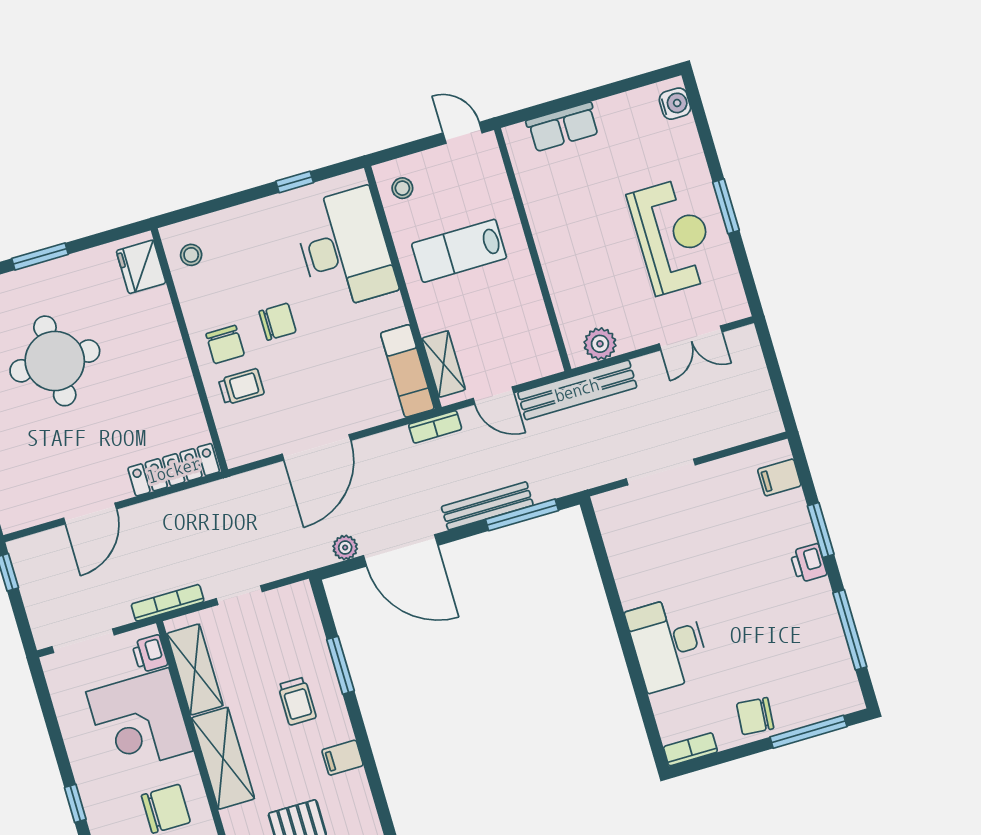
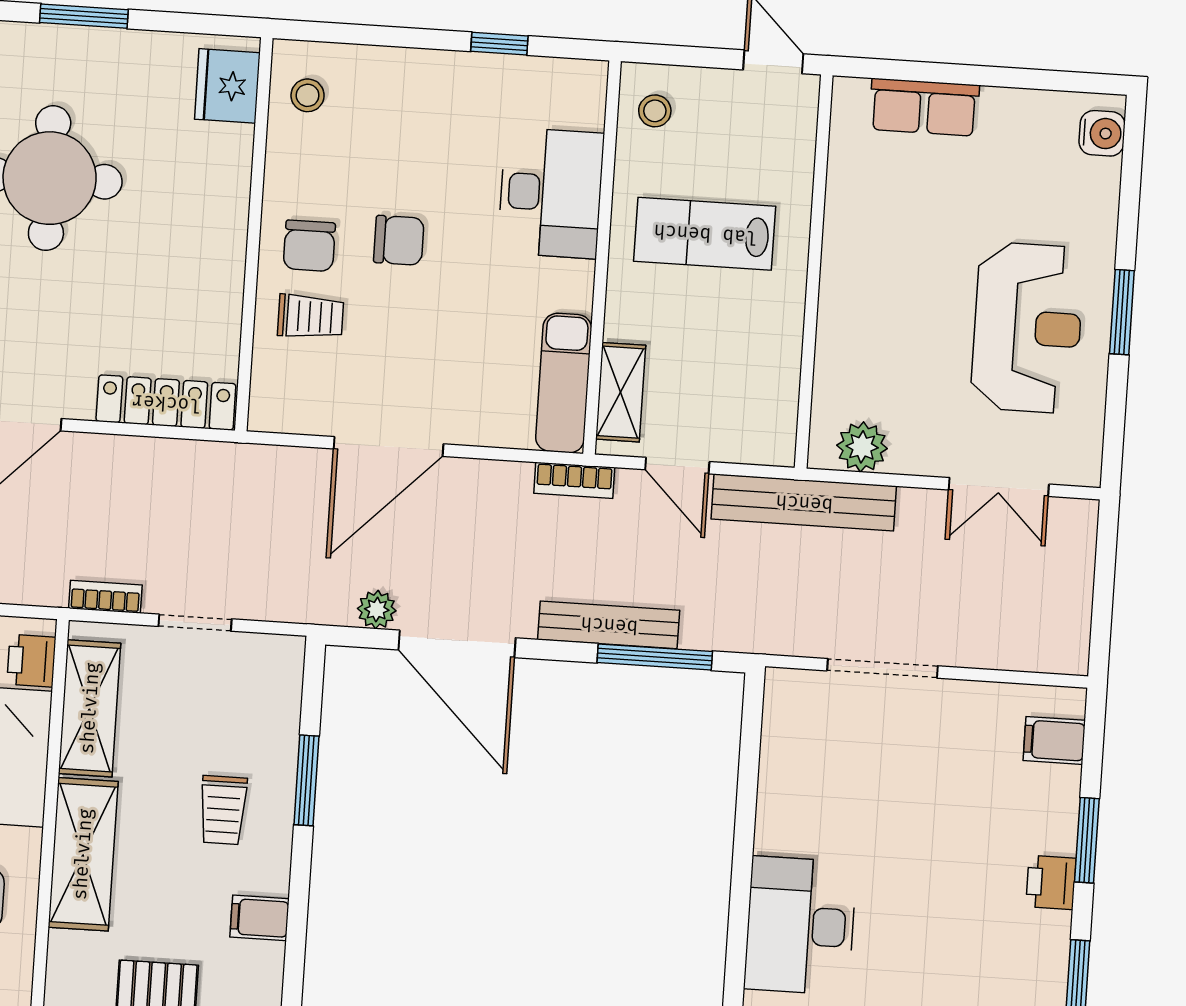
desk: (345, 249) -> (551, 193), width x0.73, depth x0.77
bookcase: (168, 603) -> (105, 597), width x0.64

